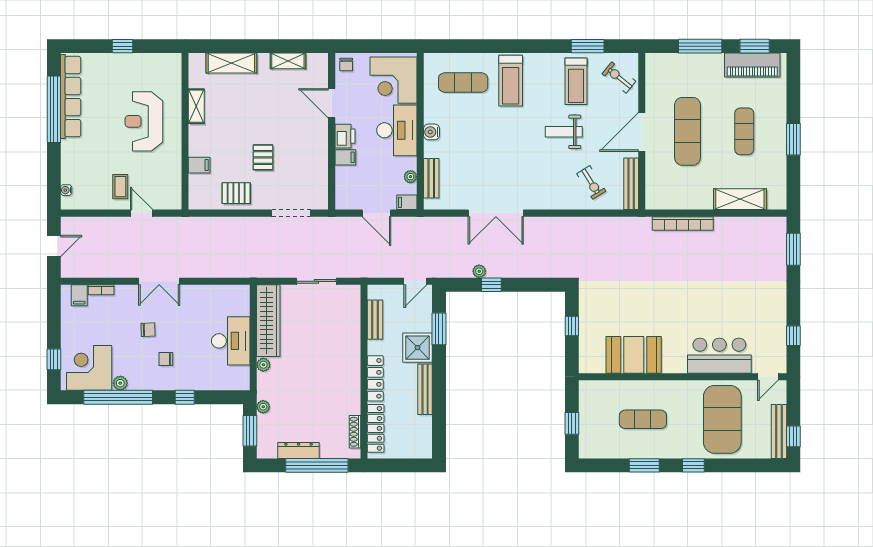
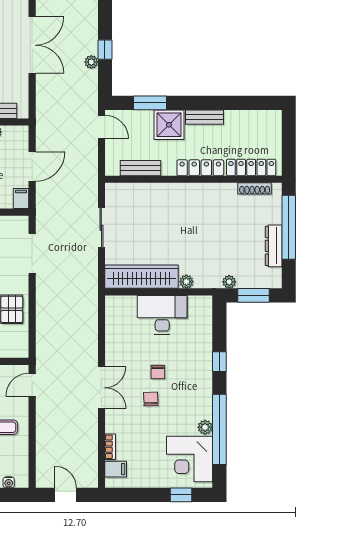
filing cabinet: (407, 202) -> (21, 199), moved, turned 180
door: (142, 213) -> (32, 385), moved
chair: (166, 359) -> (158, 372), moved
bench: (425, 389) -> (204, 117), width x0.73

